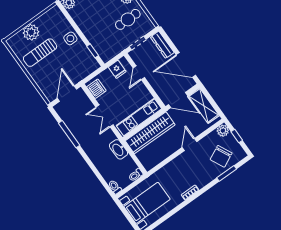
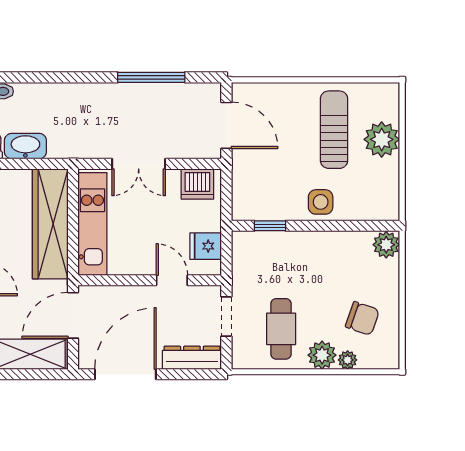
double door: (105, 116) -> (139, 164), swing flipped
washbasin: (118, 149) -> (25, 146), moved

